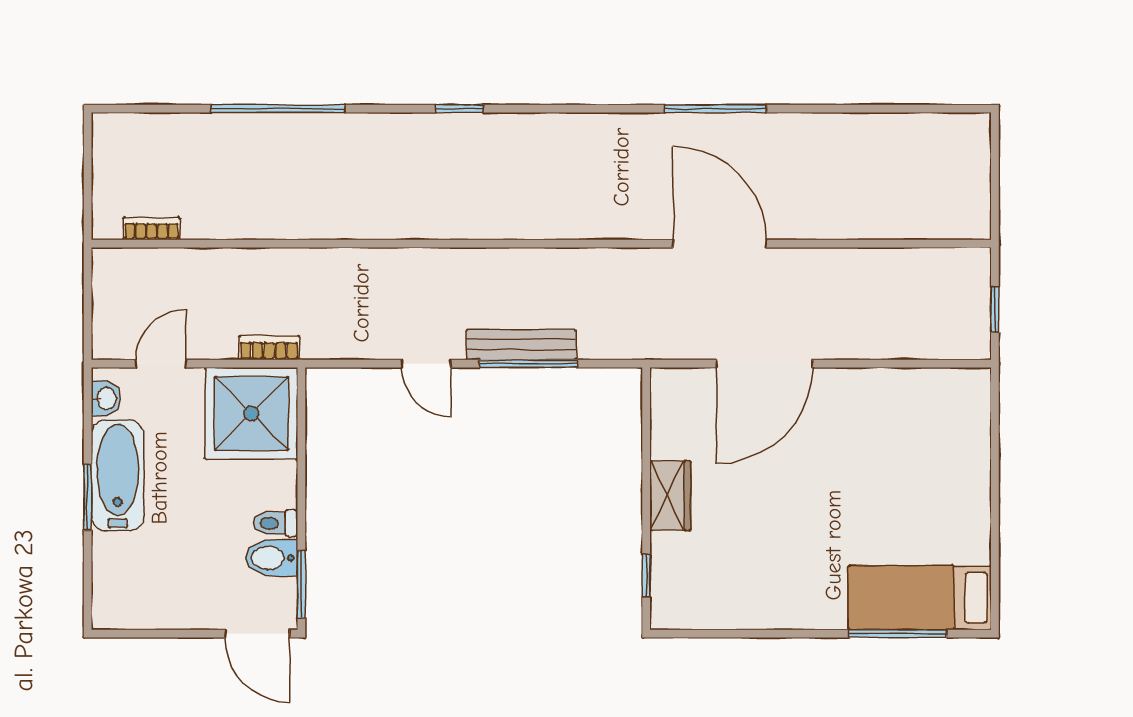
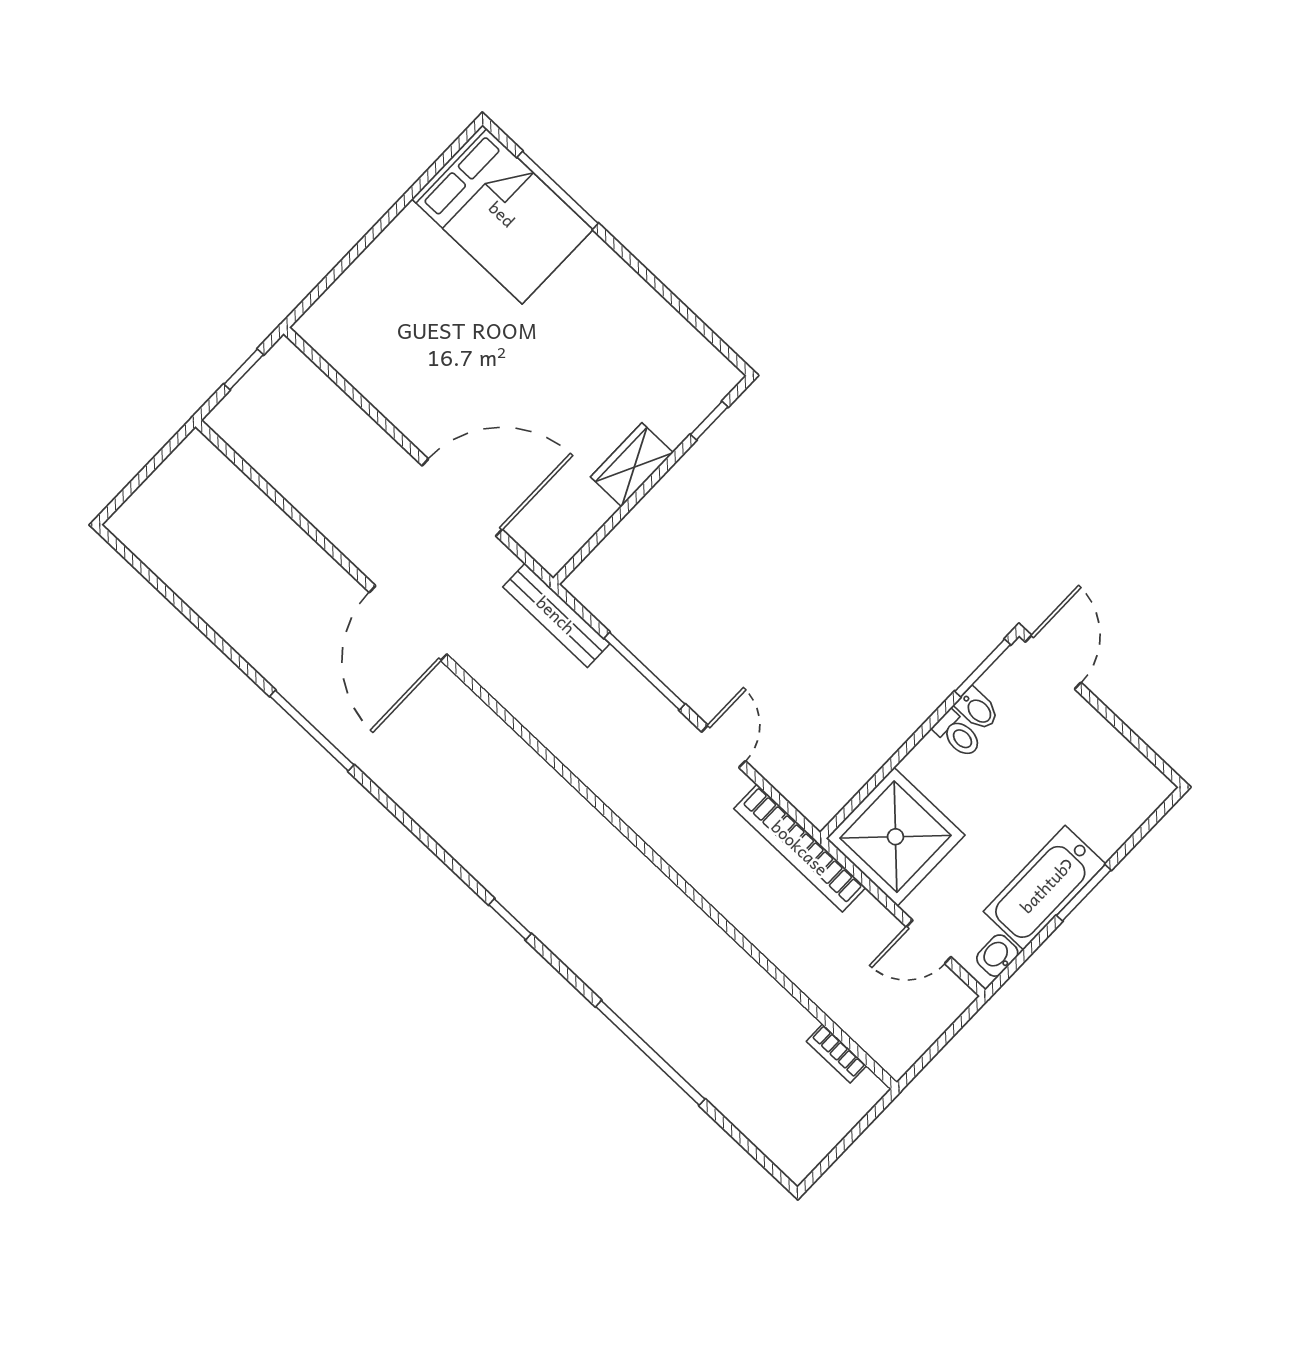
bench: (521, 345) -> (556, 615), moved
bookcase: (269, 348) -> (800, 848), width x2.31, depth x1.31
bidet: (271, 558) -> (977, 709), width x0.72, depth x0.74
bed: (920, 598) -> (502, 214), width x1.50

